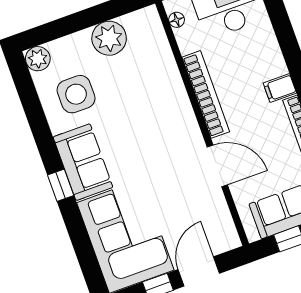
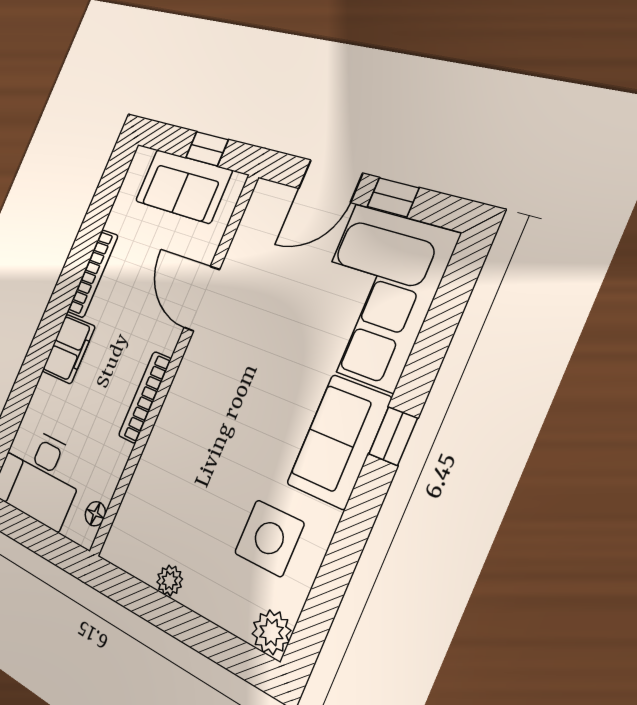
plant: (109, 38) -> (170, 581), width x0.53, depth x0.53
filing cabinet: (280, 88) -> (68, 349), width x2.00
bookcase: (206, 94) -> (145, 397), width x0.68, depth x0.76

